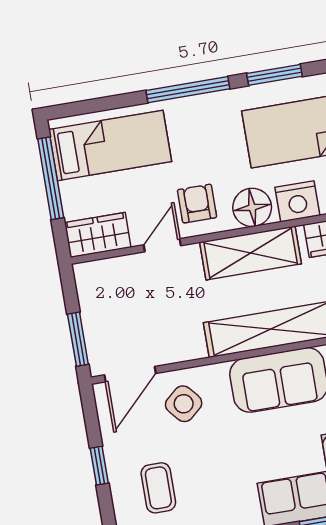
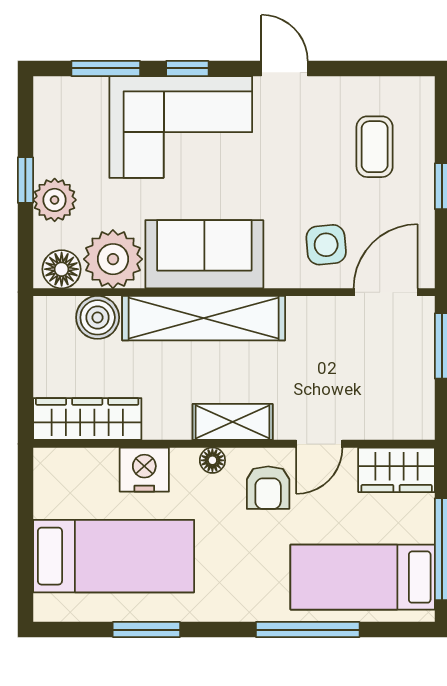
window: (188, 90) -> (308, 630), moved
floor lamp: (252, 207) -> (212, 460), width x0.53, depth x0.53
shelving: (251, 253) -> (233, 422), width x0.67, depth x0.75
side table: (184, 404) -> (326, 245), turned 36

